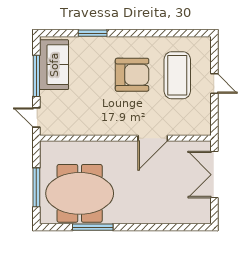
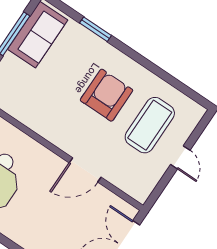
armchair: (132, 75) -> (107, 95), turned -90

